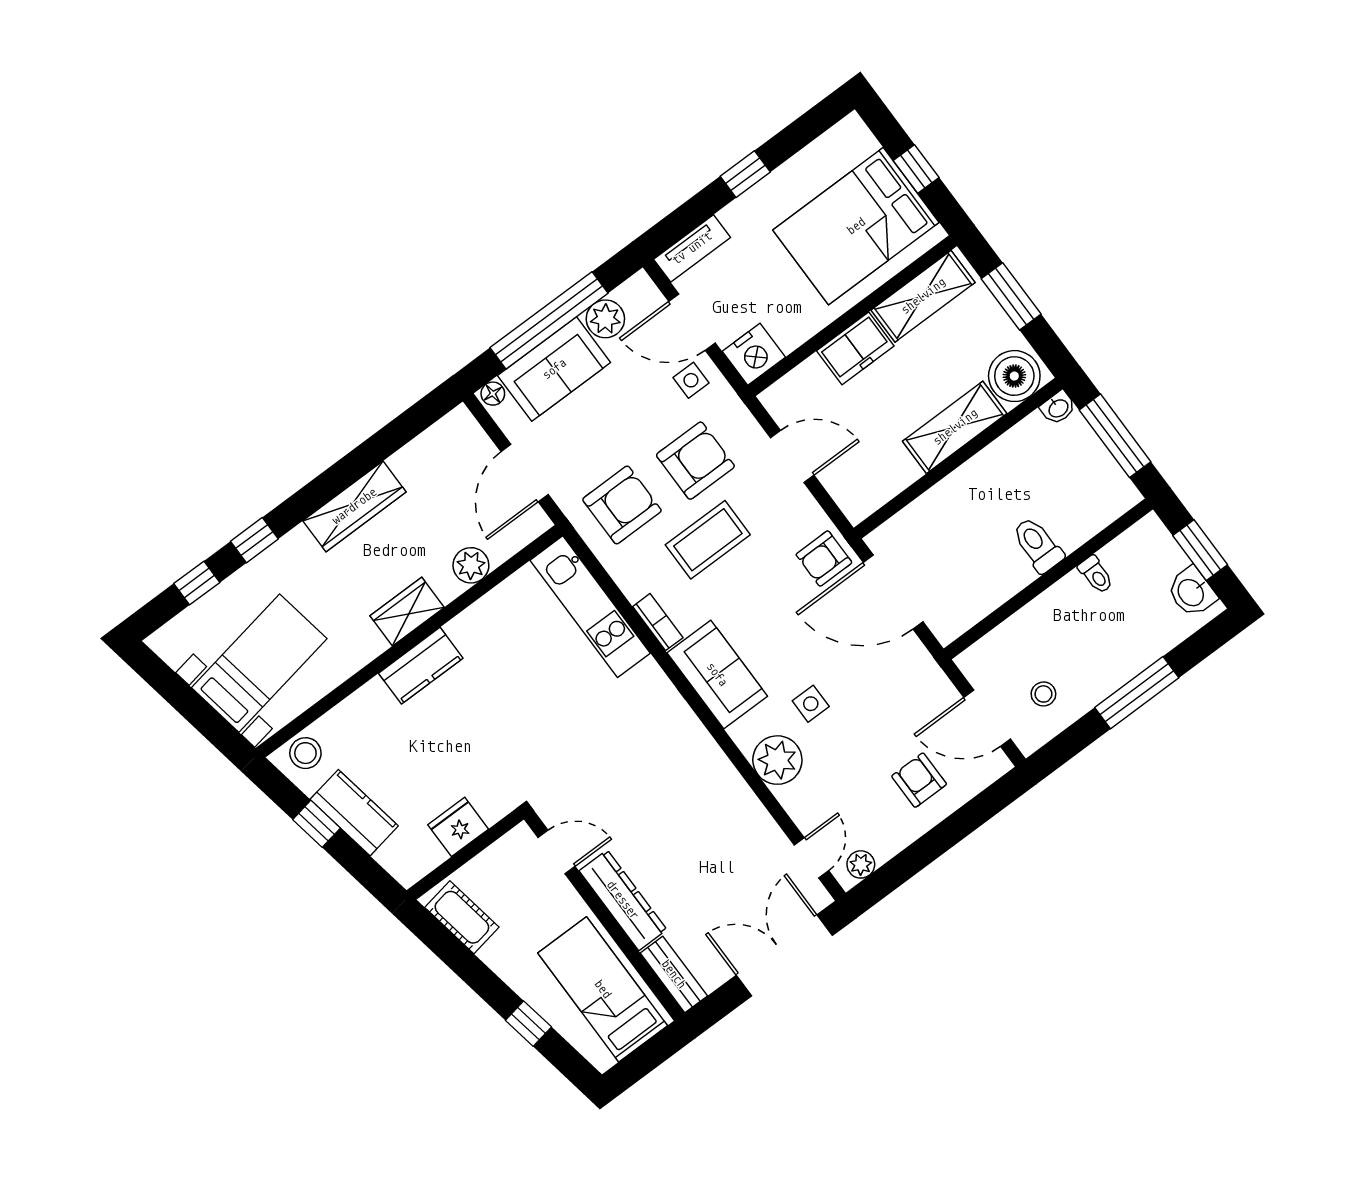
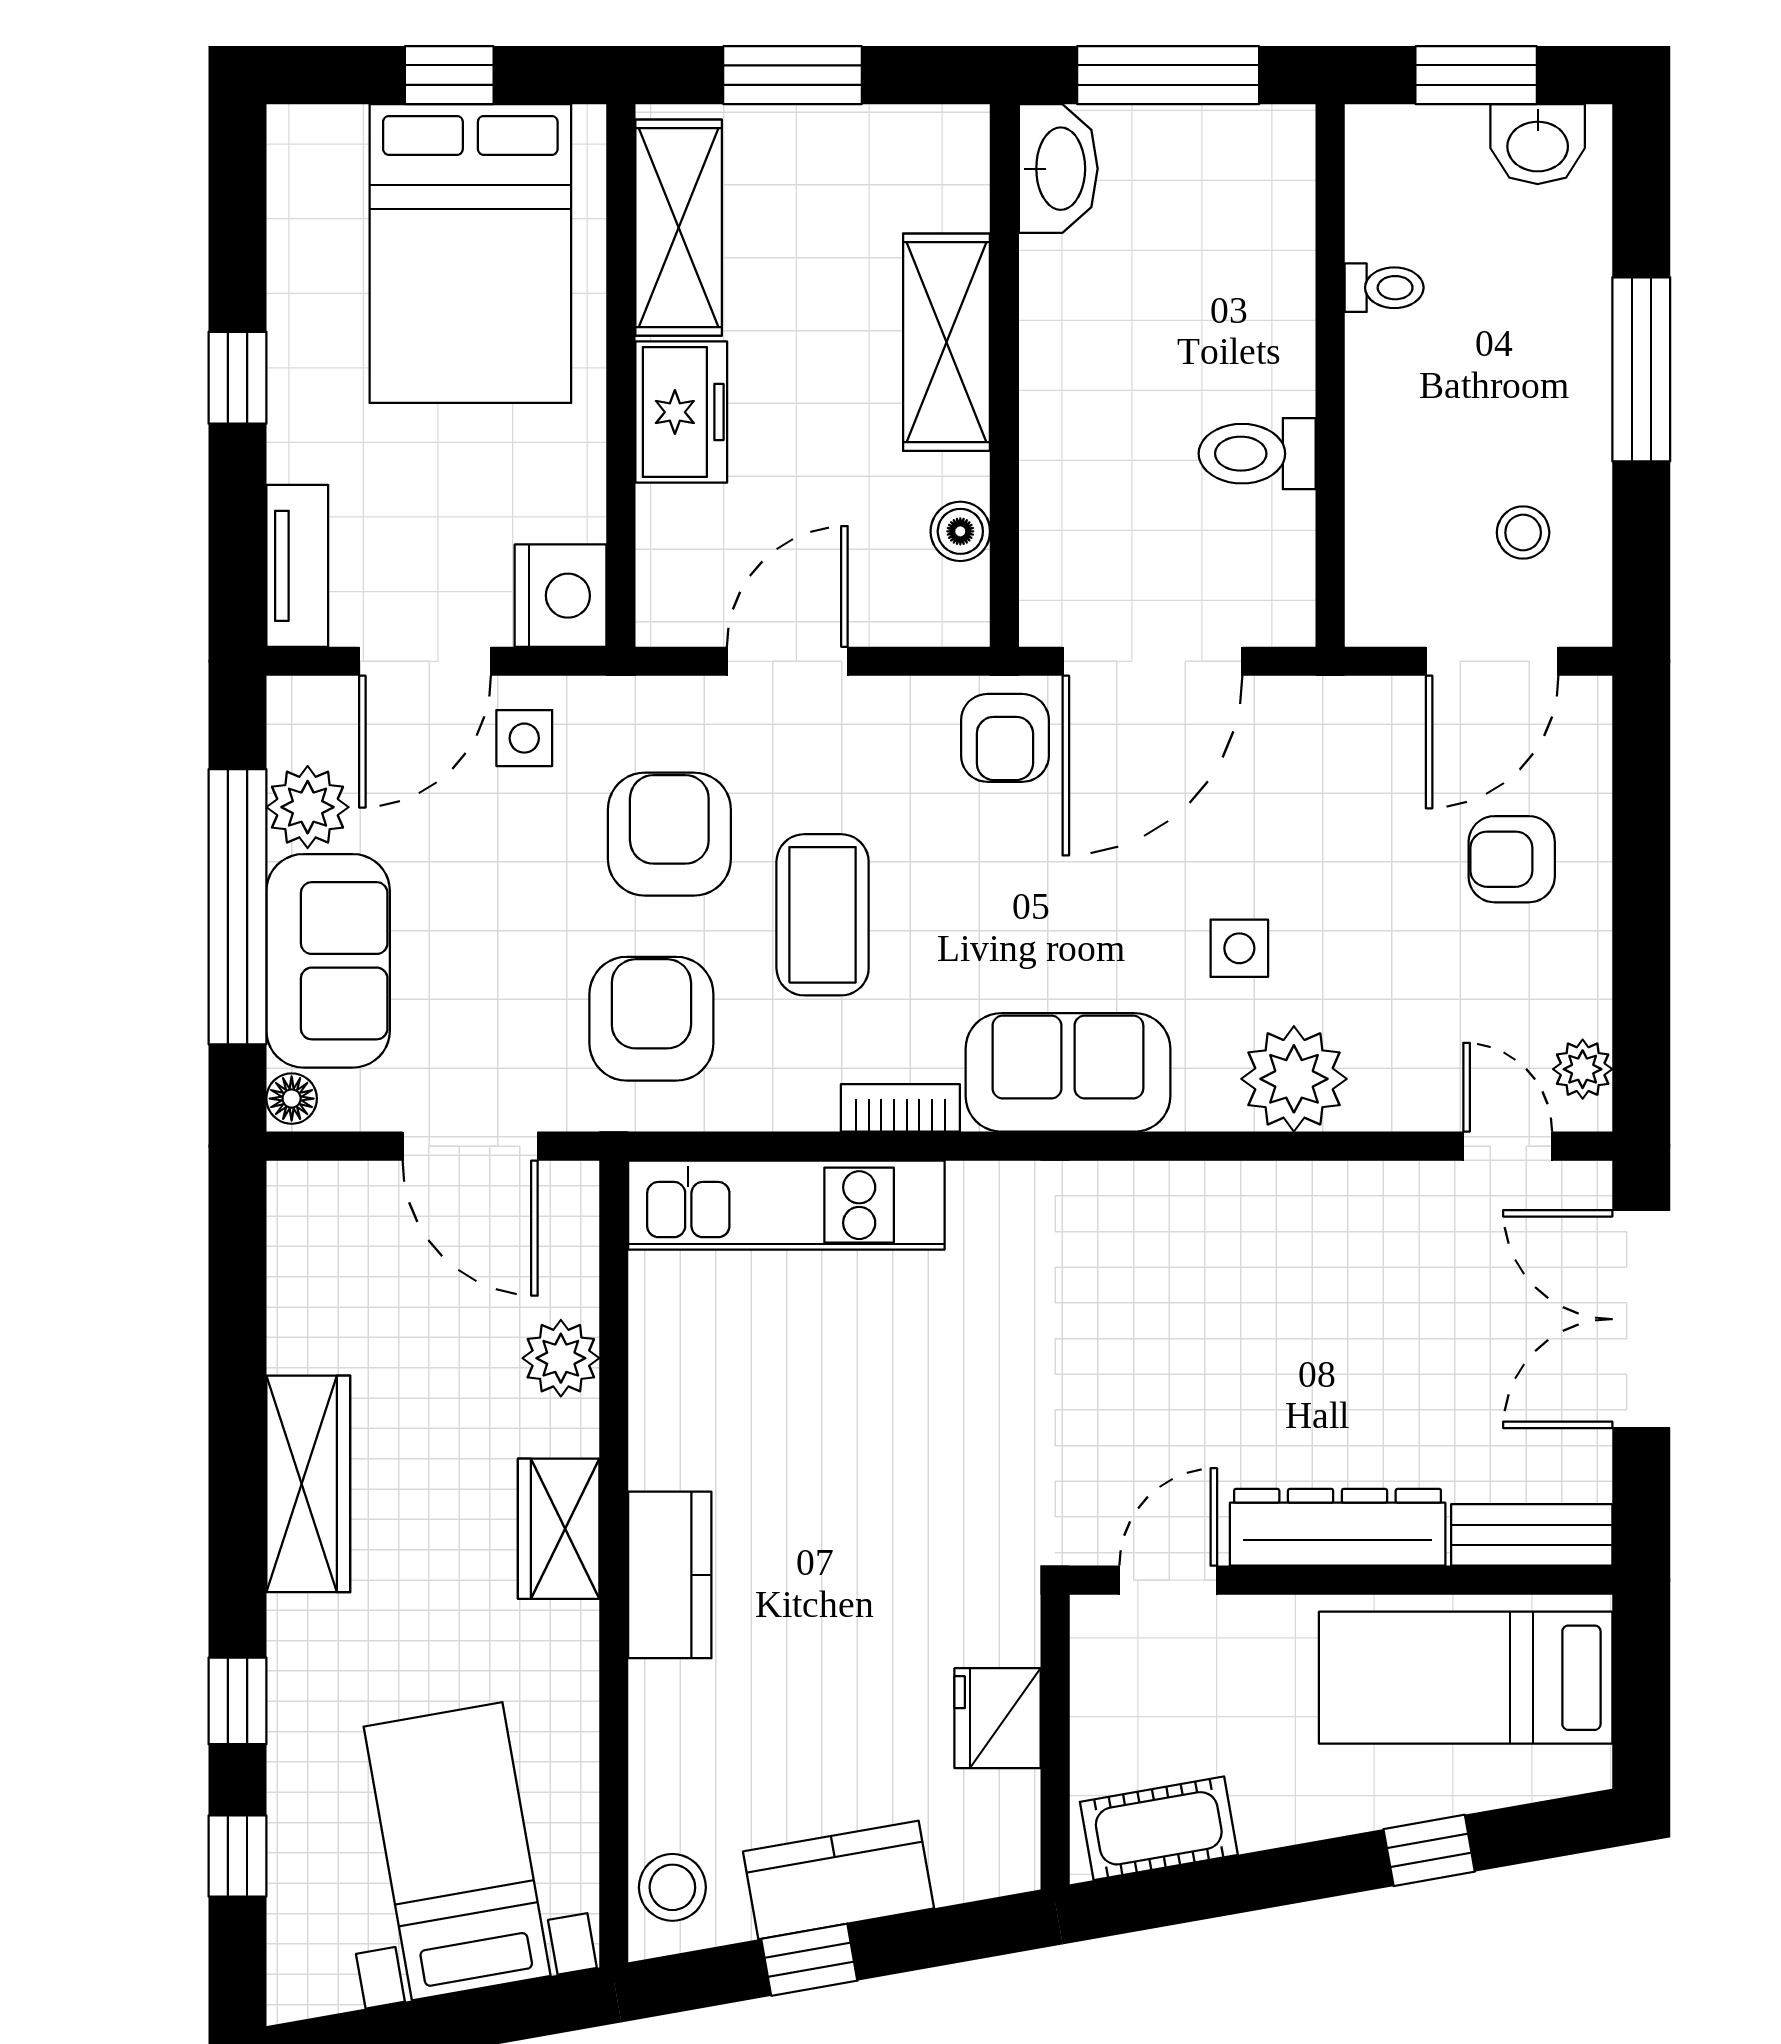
boiler: (1014, 376) -> (960, 531), moved, width x0.54, depth x0.54
washbasin: (1058, 408) -> (1058, 169), width x1.91, depth x1.45
toilet: (1038, 545) -> (1257, 454), moved

